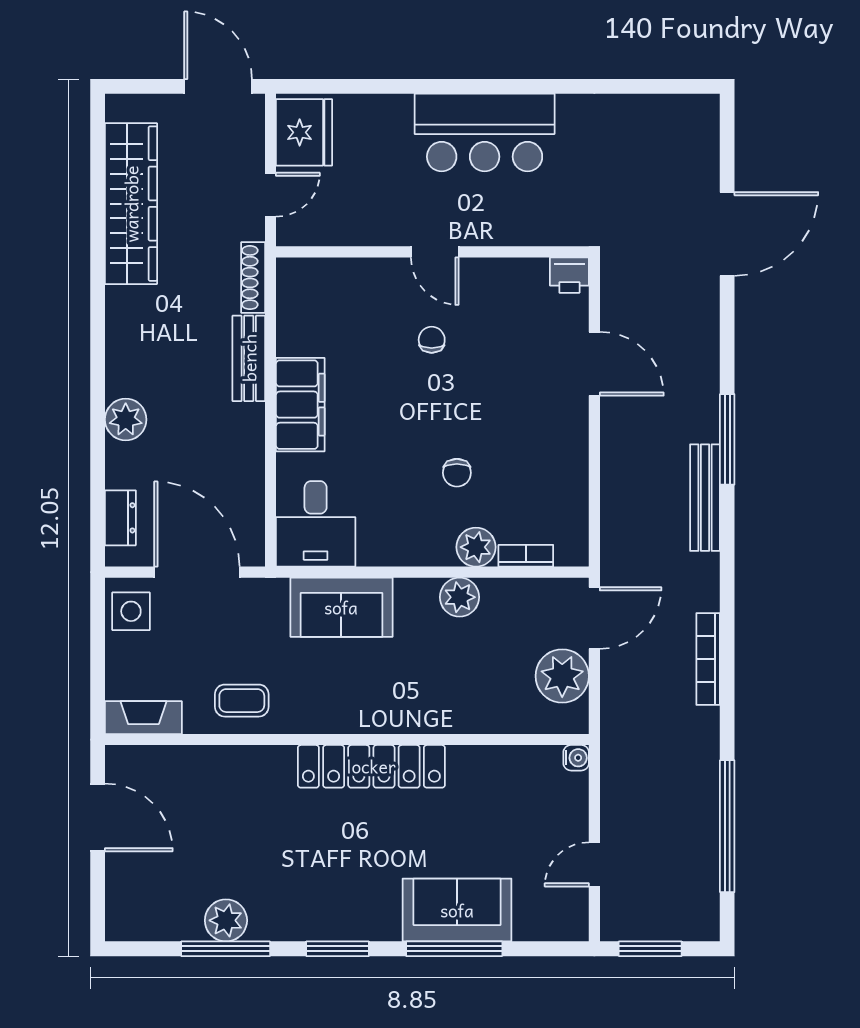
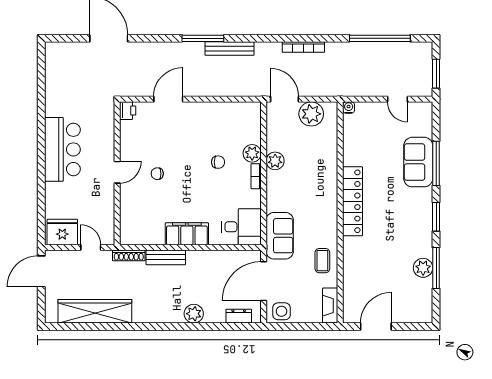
bookcase: (526, 556) -> (256, 176), moved
sofa: (341, 607) -> (280, 236), moved

